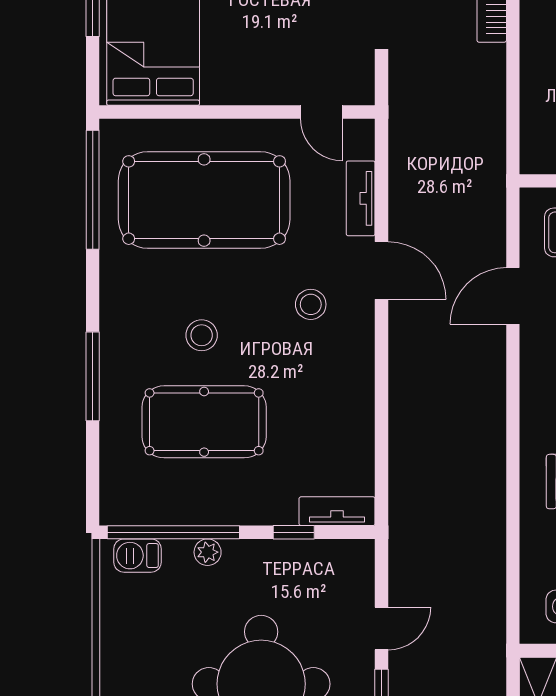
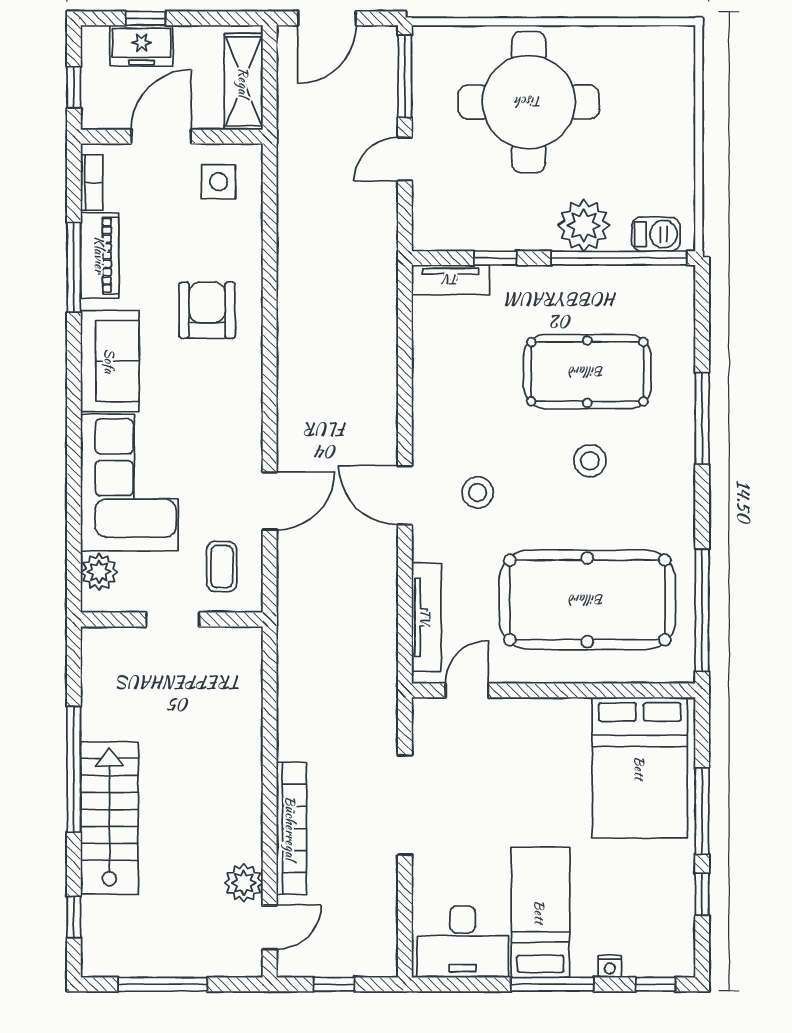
door: (321, 112) -> (467, 690), hinge flipped
tv unit: (361, 198) -> (426, 617), width x1.41
door: (382, 271) -> (405, 495), moved
plant: (208, 552) -> (584, 225), width x1.87, depth x1.87

